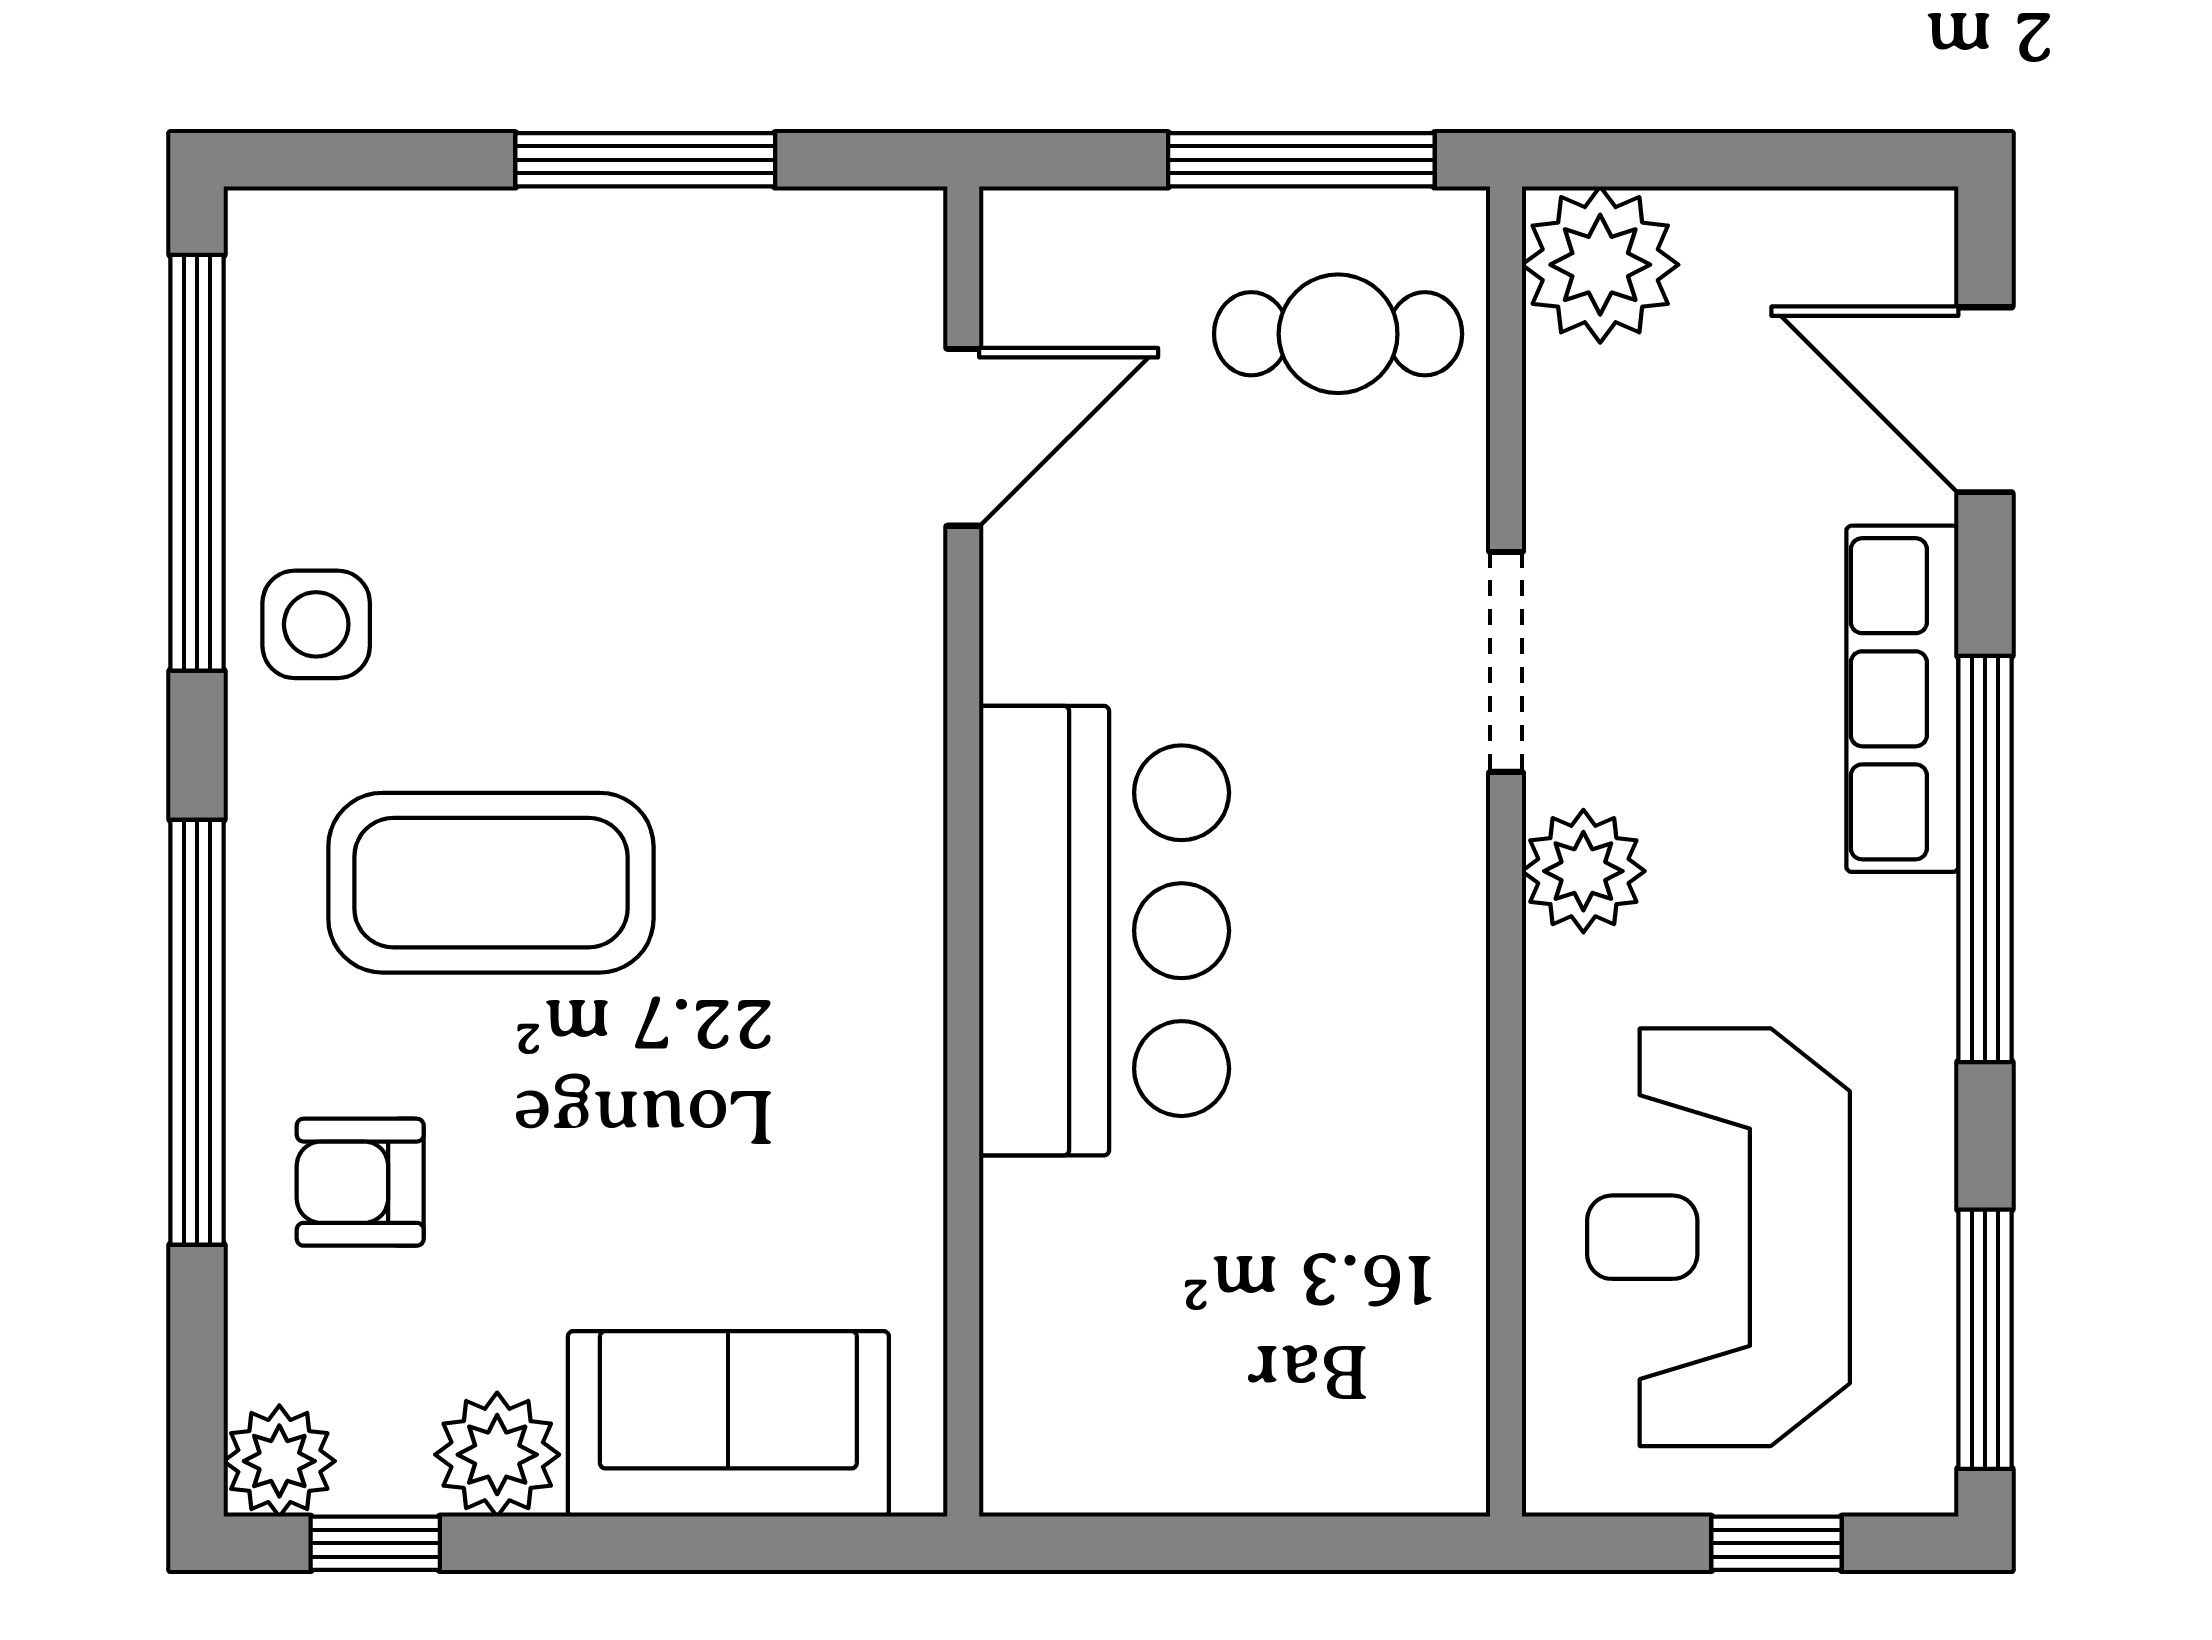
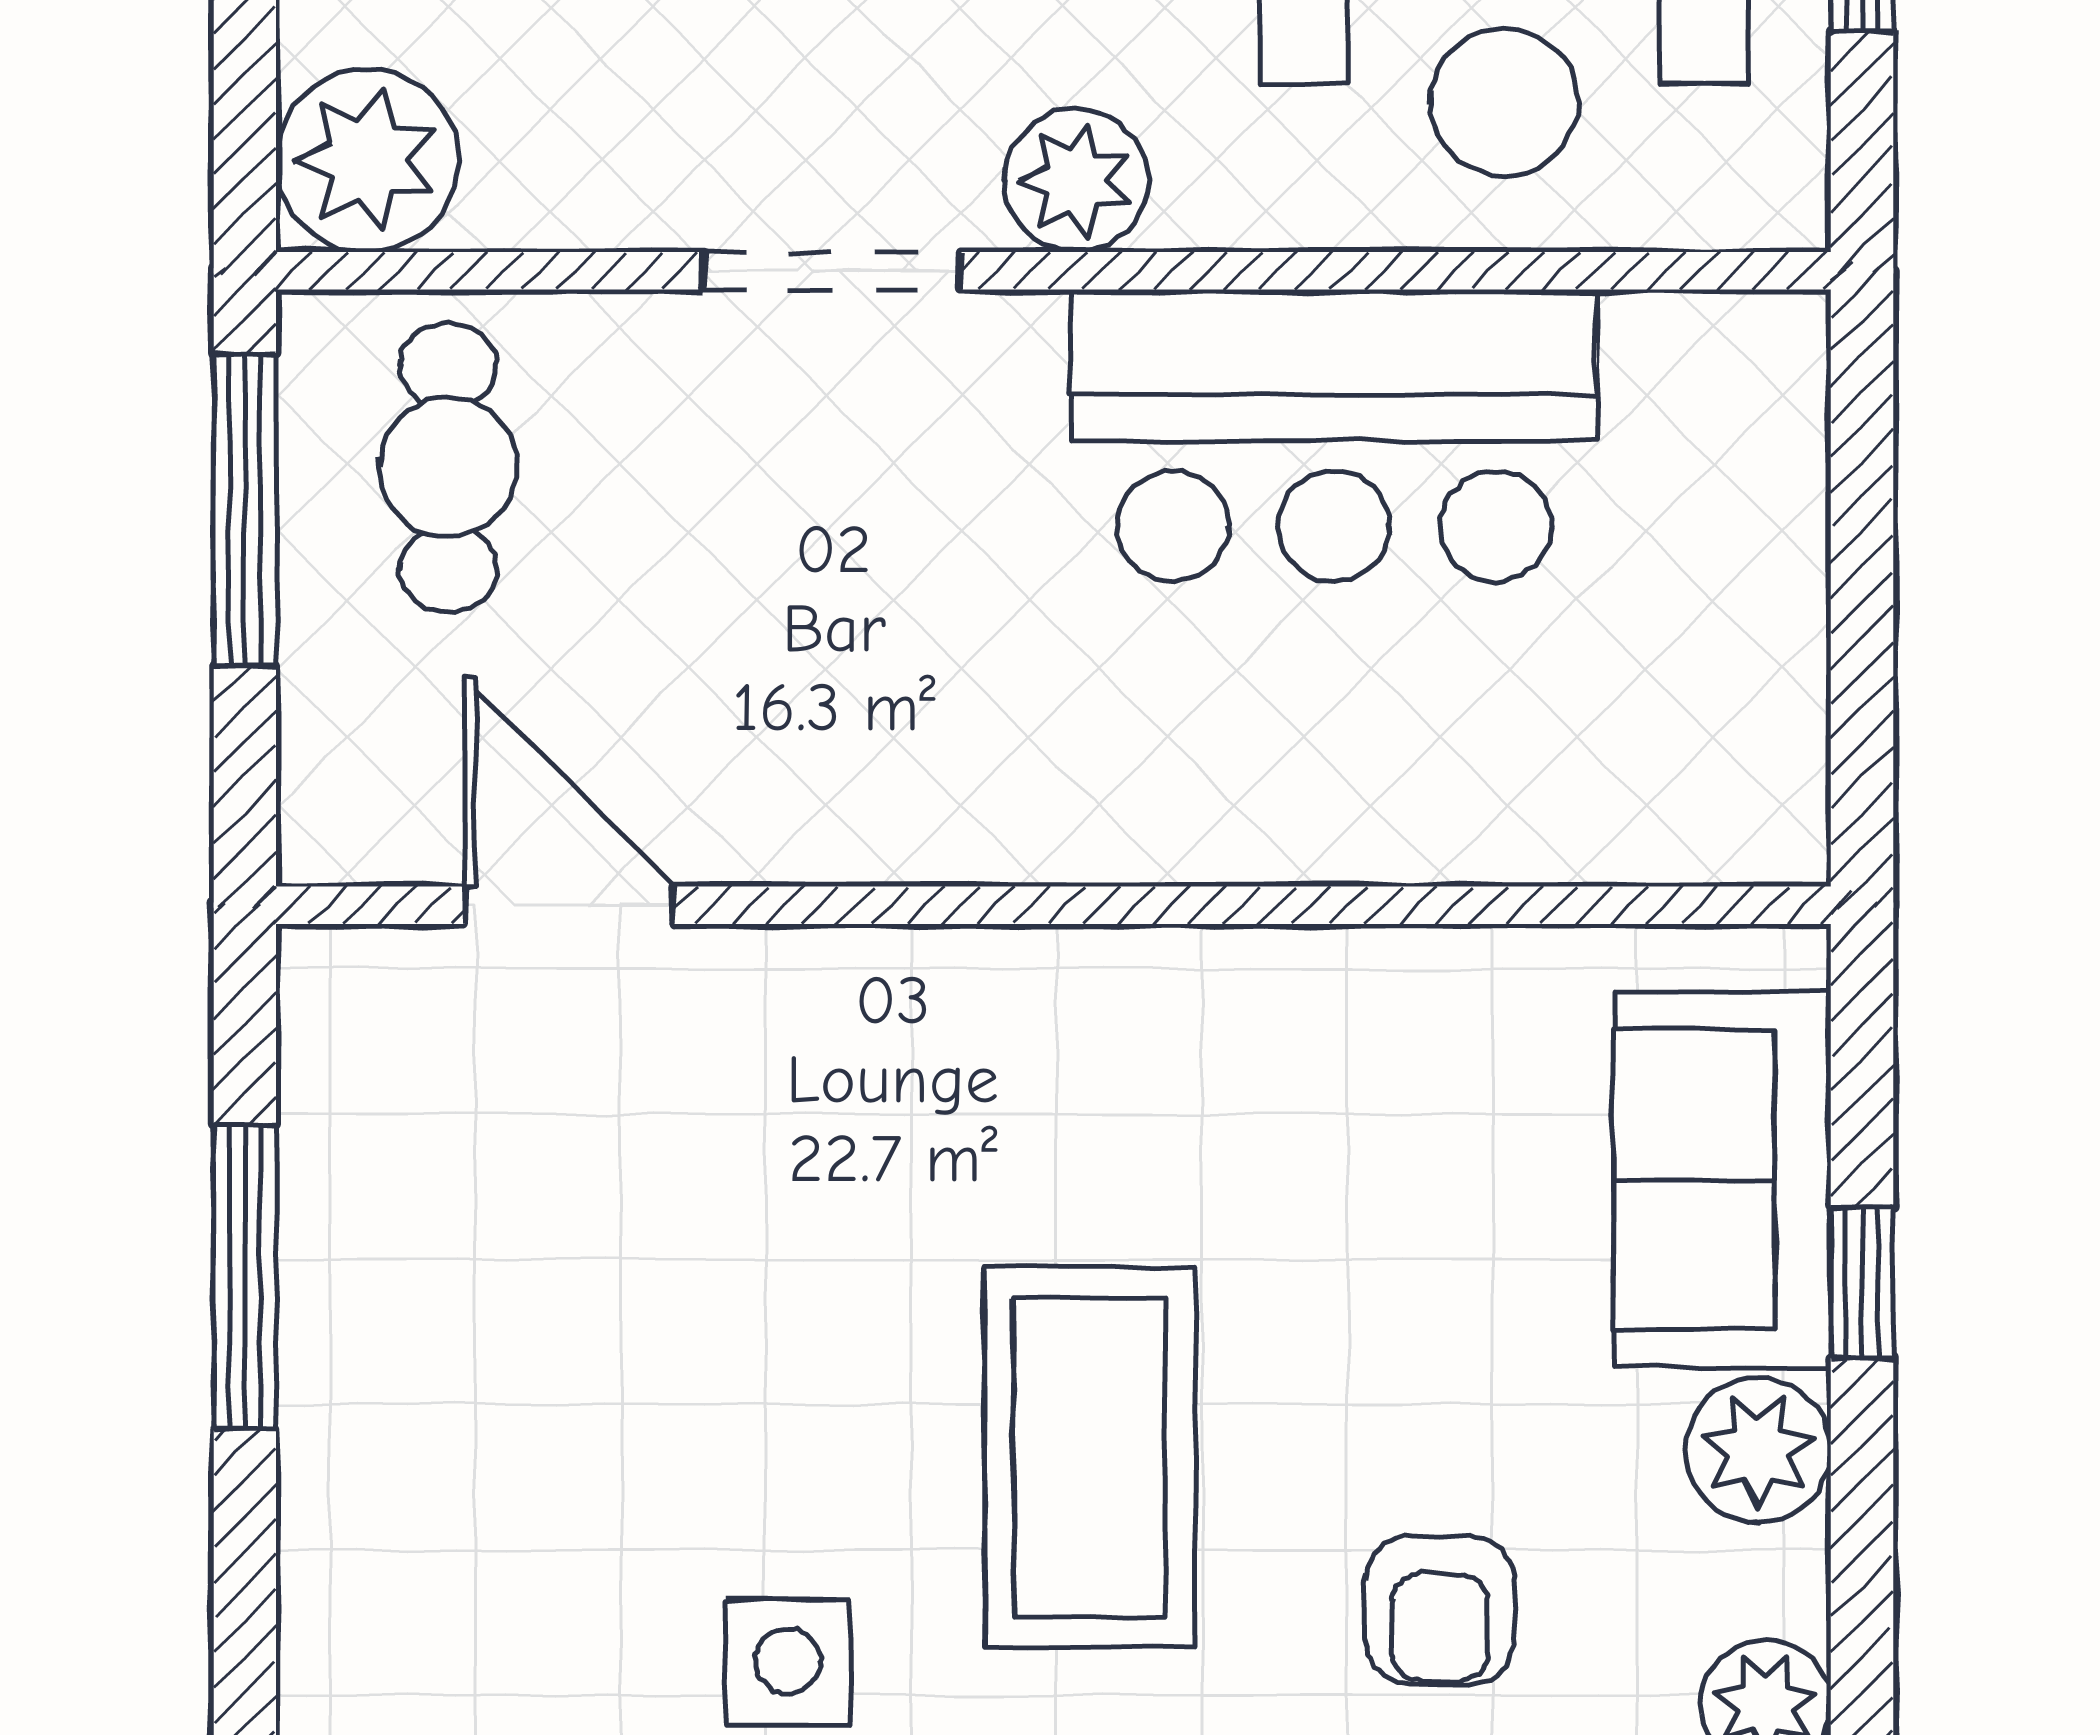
bar counter: (1104, 931) -> (1334, 435), moved, turned 180
window: (375, 1543) -> (1862, 1283), moved

